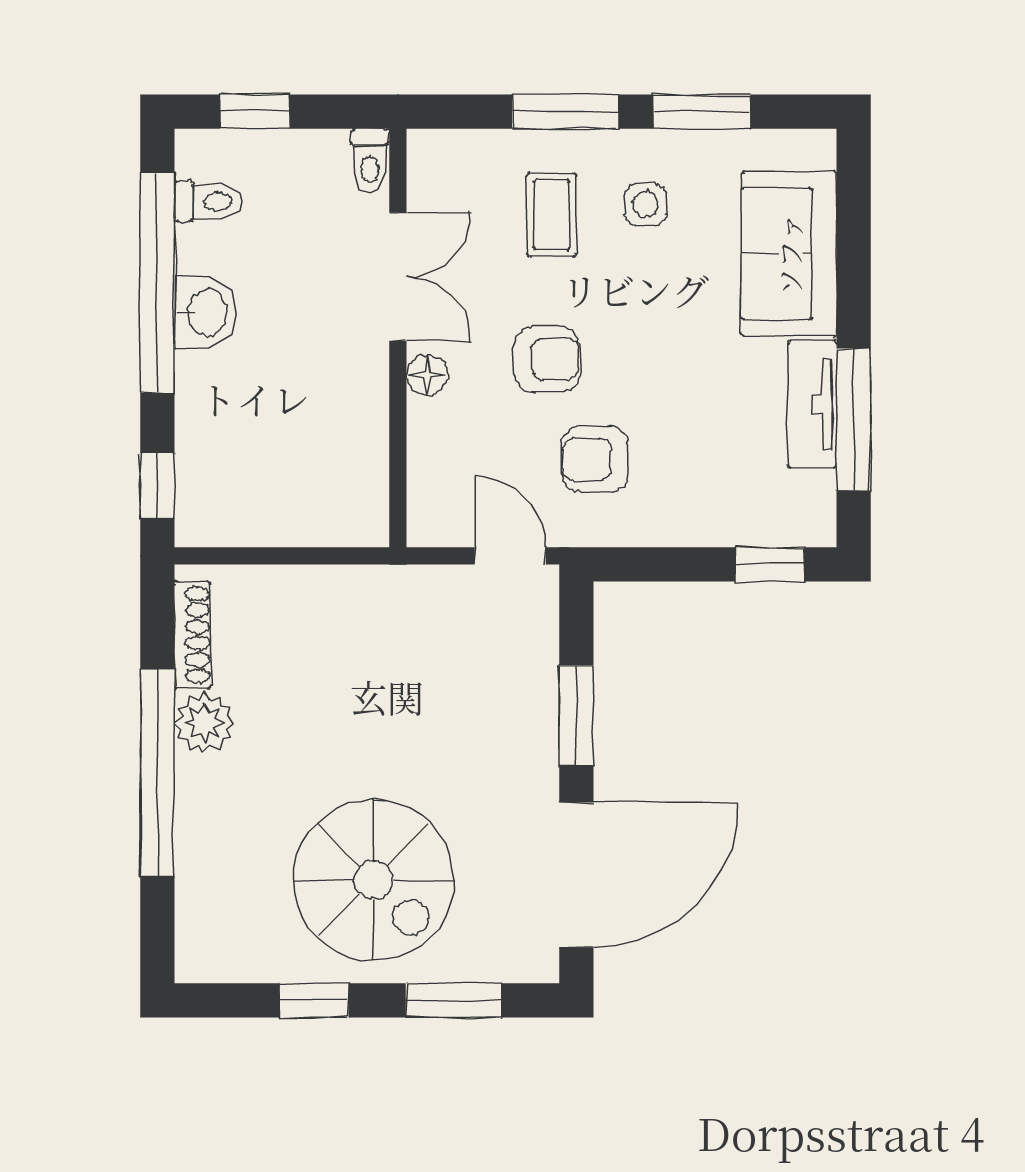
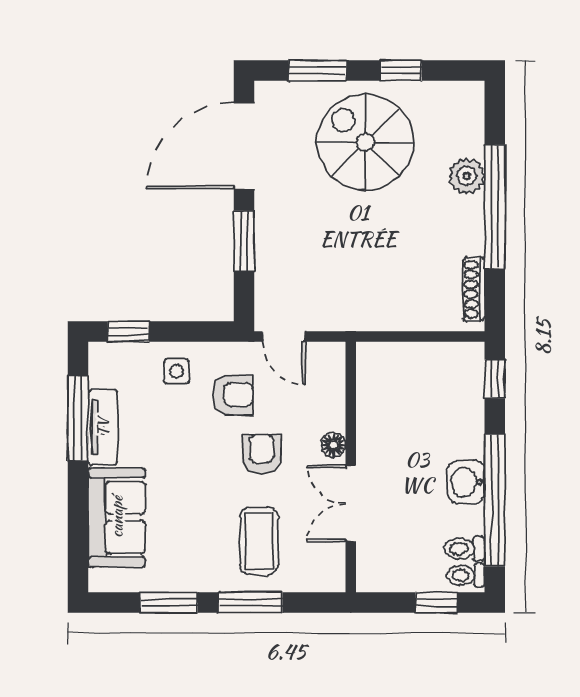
toilet: (370, 160) -> (466, 575), moved, turned -90
side table: (645, 204) -> (177, 371), moved
coffee table: (552, 215) -> (259, 541), width x1.36, depth x1.30
armchair: (547, 359) -> (262, 454), turned 92
plant: (204, 723) -> (467, 176), moved

